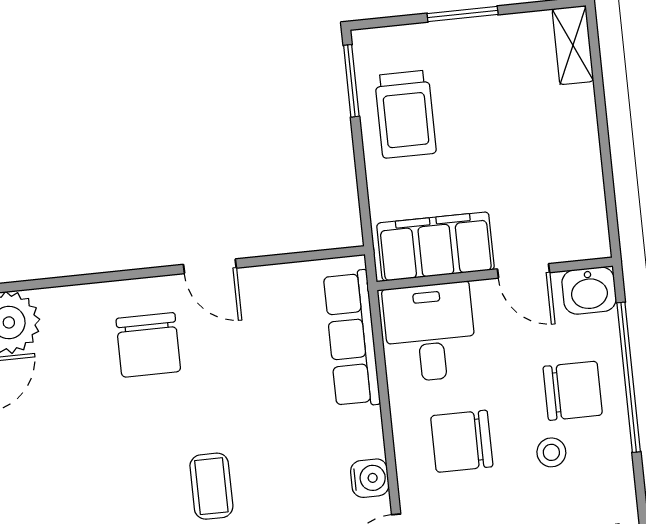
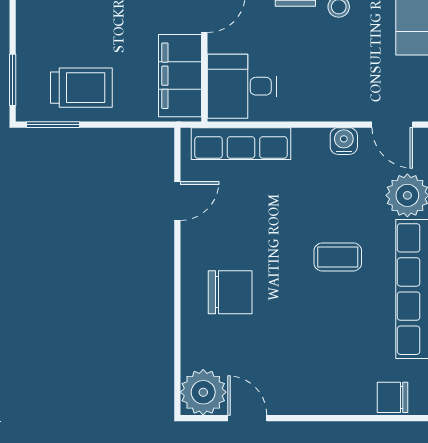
window: (463, 14) -> (13, 80), moved
door: (210, 266) -> (177, 201), moved
chair: (462, 441) -> (324, 71), removed

